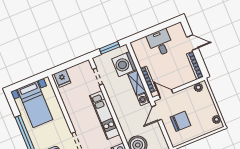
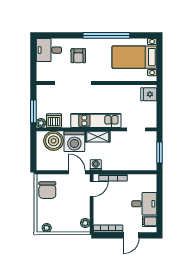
filing cabinet: (174, 32) -> (150, 221), added
washing machine: (124, 64) -> (74, 141), moved, turned 180
shelving: (137, 83) -> (98, 137), moved
chair: (180, 121) -> (47, 190), moved

